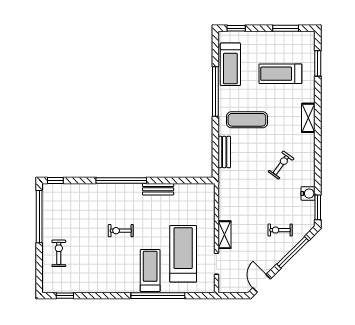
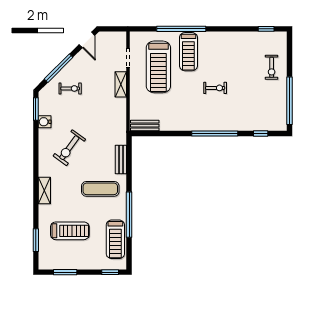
treadmill: (230, 64) -> (115, 239), turned 180
exercise bike: (281, 165) -> (69, 148), width x1.38, depth x1.39
window: (55, 181) -> (261, 134), moved
bench: (158, 189) -> (145, 126), moved

